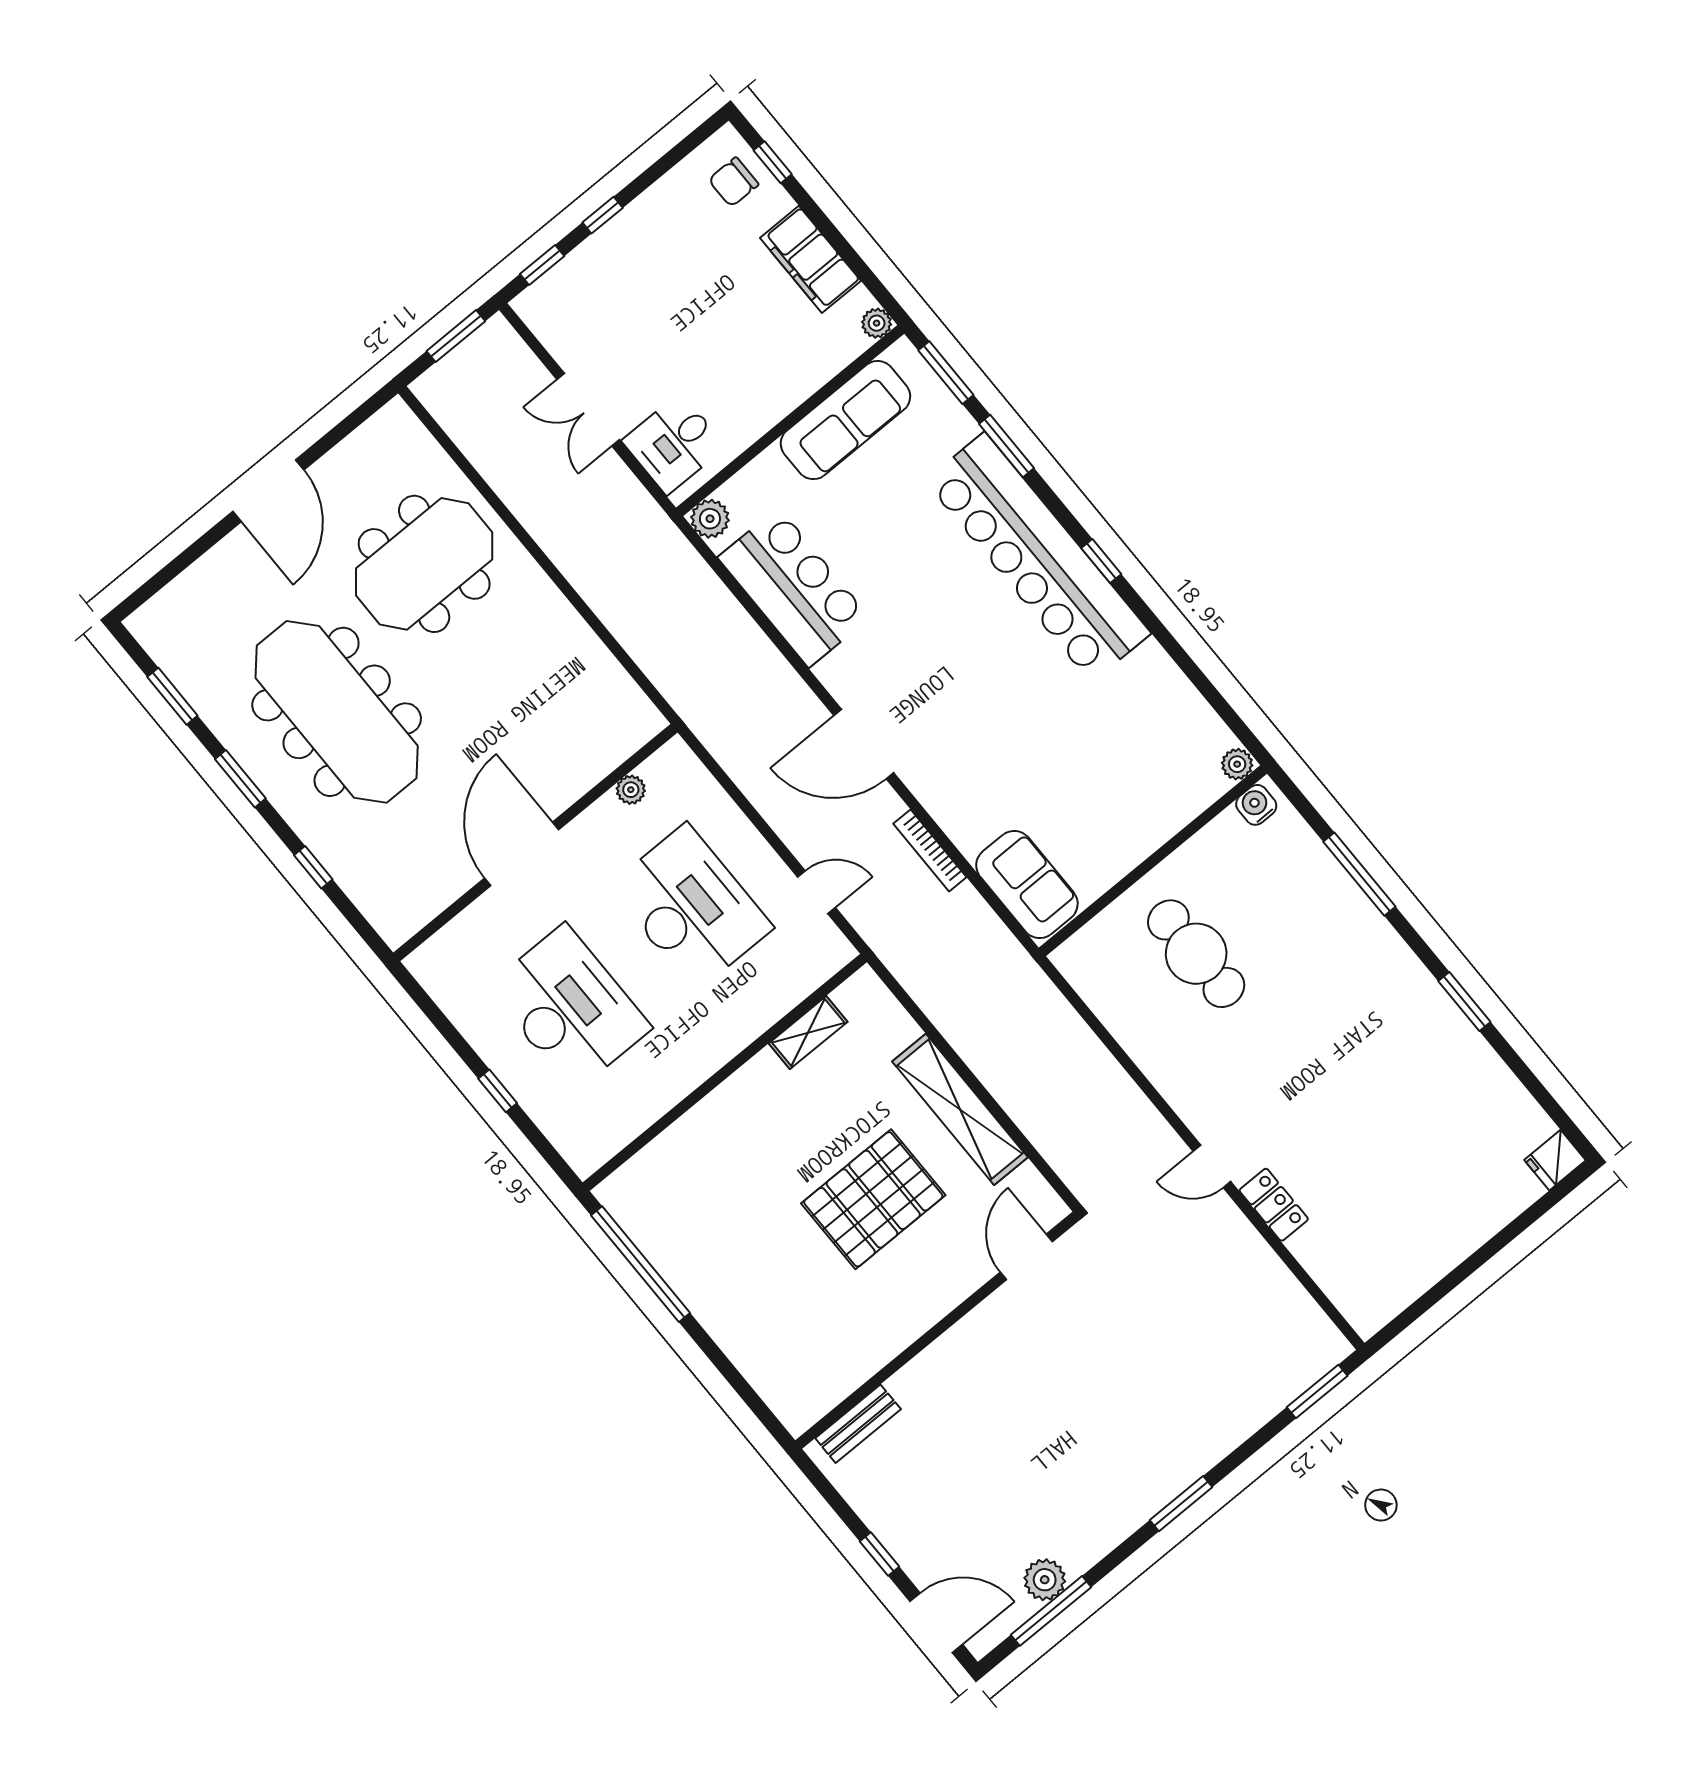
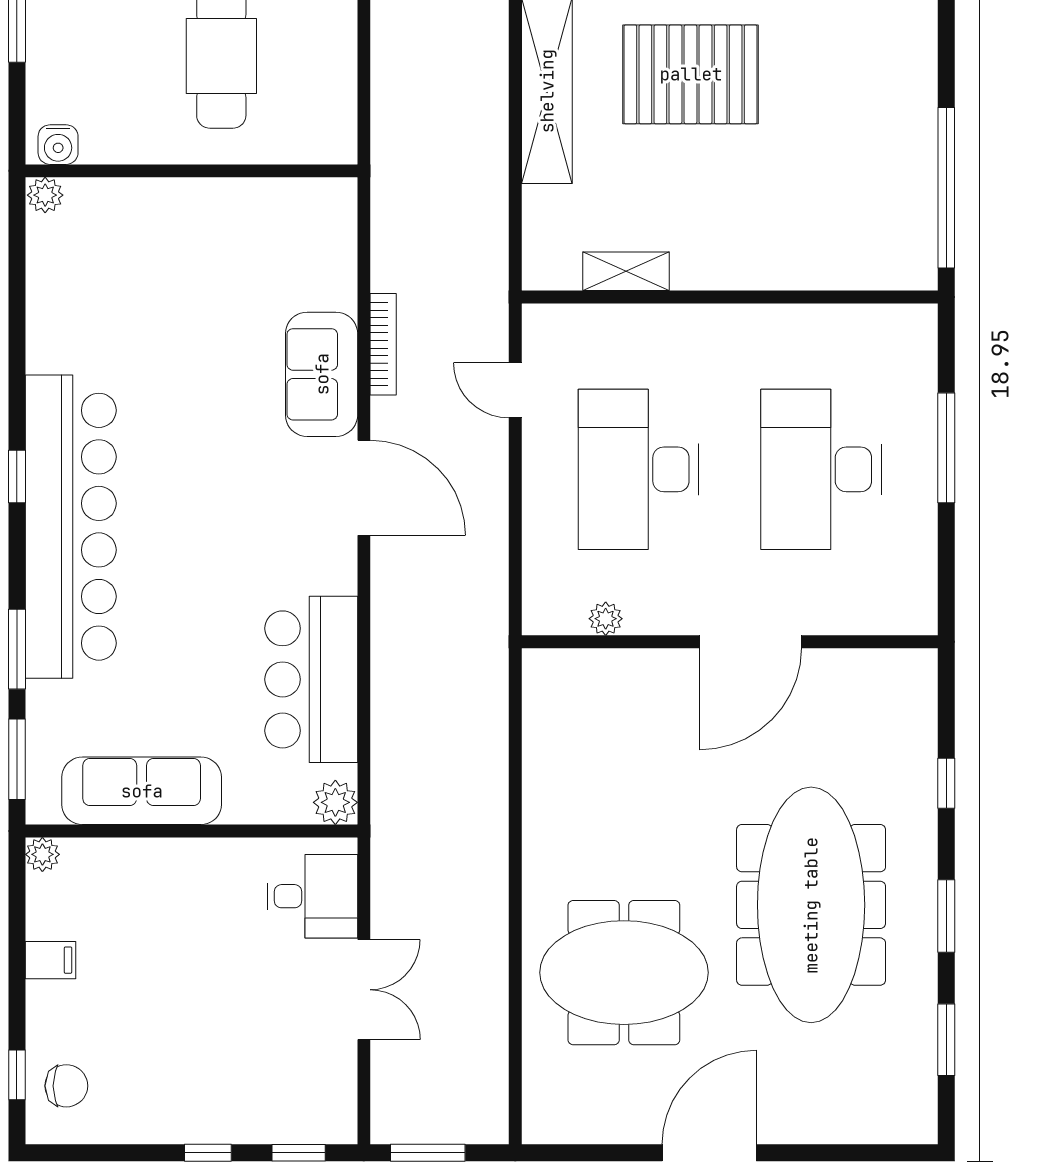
filing cabinet: (810, 259) -> (50, 960), width x0.33, depth x0.86
sofa: (1027, 885) -> (322, 374), moved
window: (498, 1091) -> (946, 448), width x2.17

